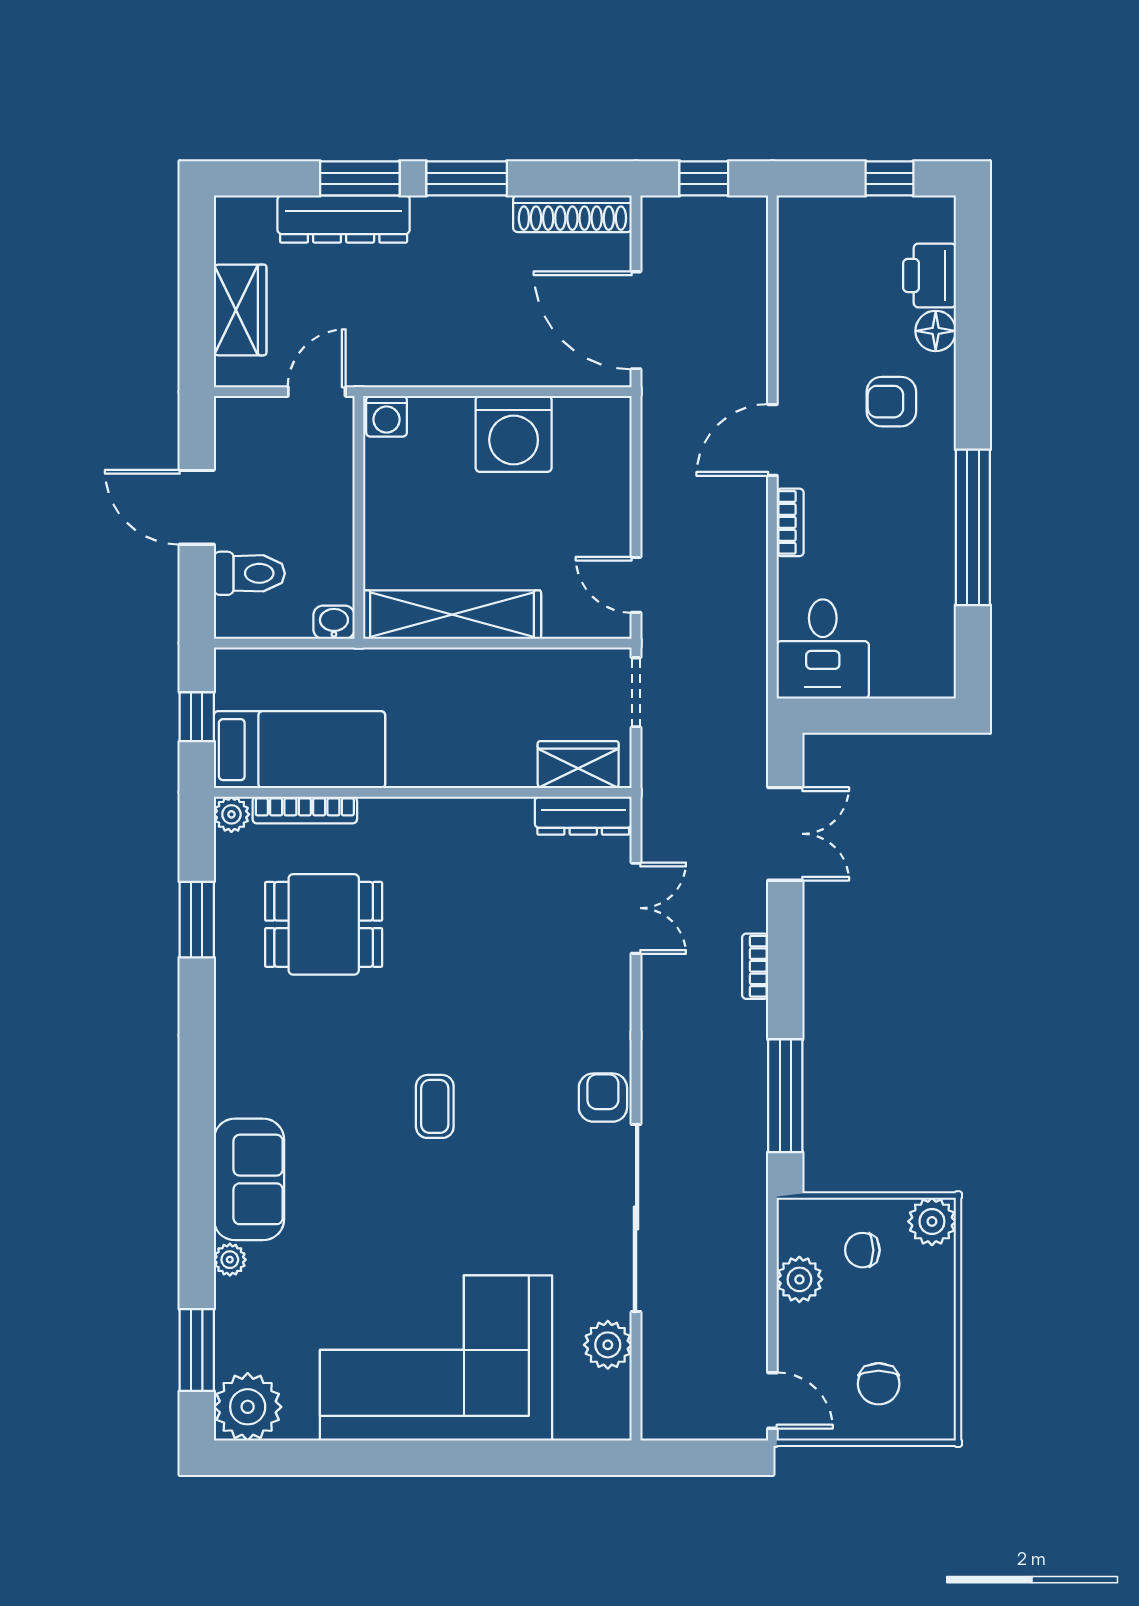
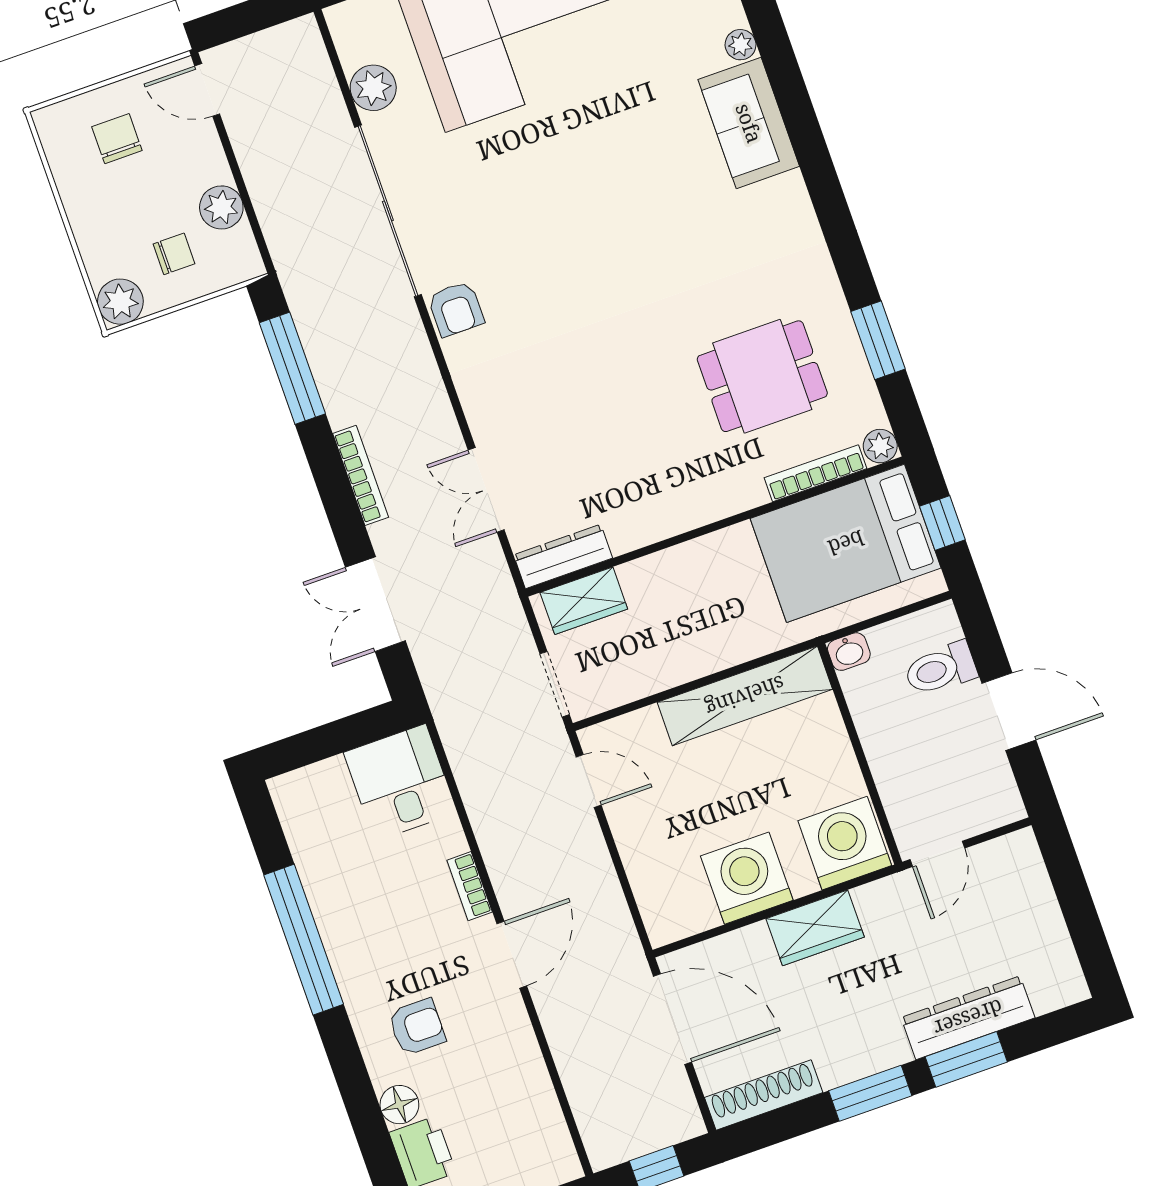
wardrobe: (240, 310) -> (815, 928), moved, turned -90
washing machine: (386, 416) -> (845, 843), width x1.89, depth x1.89
bed: (299, 750) -> (846, 543), width x1.50
bookcase: (755, 966) -> (361, 475), width x1.56
coffee table: (435, 1106) -> (605, 248), removed

